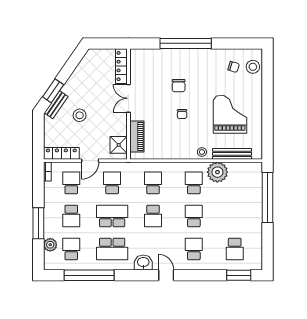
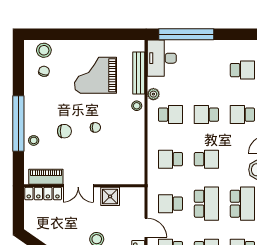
stool: (170, 57) -> (34, 140), added
piano: (137, 136) -> (46, 177), moved
shower: (119, 145) -> (110, 196), moved
plant: (217, 172) -> (153, 94), width x0.53, depth x0.53
desk: (246, 175) -> (162, 58), added
school desk: (194, 183) -> (170, 115), turned 180
school desk: (112, 216) -> (206, 204), turned 180

